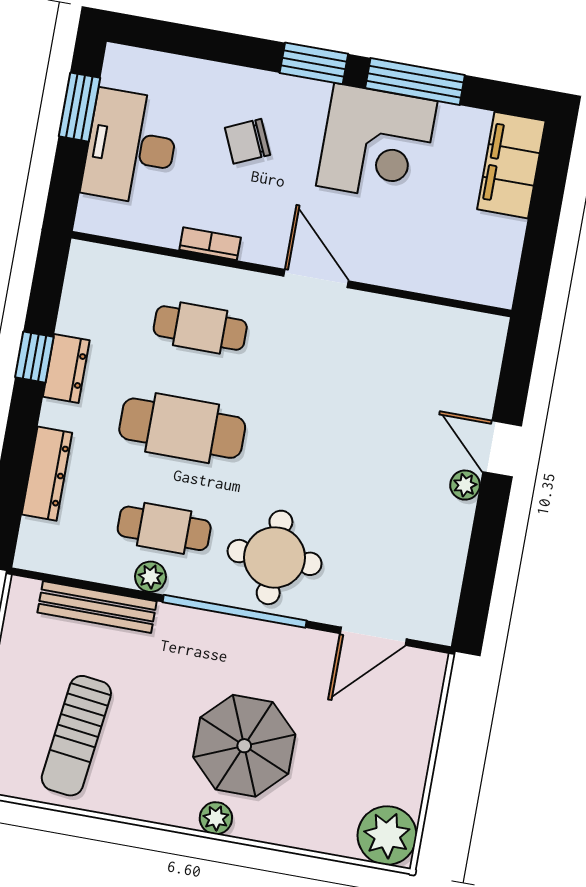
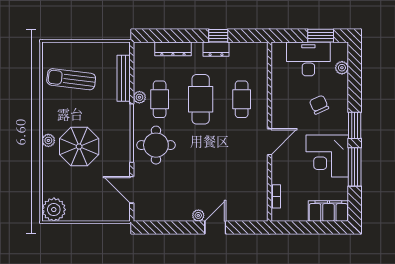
plant: (167, 69) -> (342, 68), added
bookcase: (210, 244) -> (276, 196), moved

